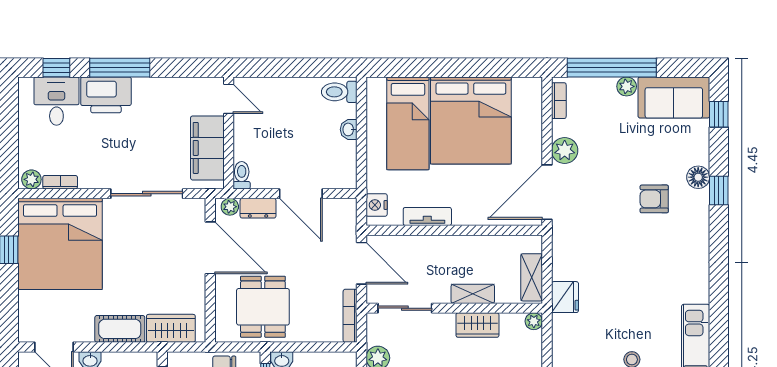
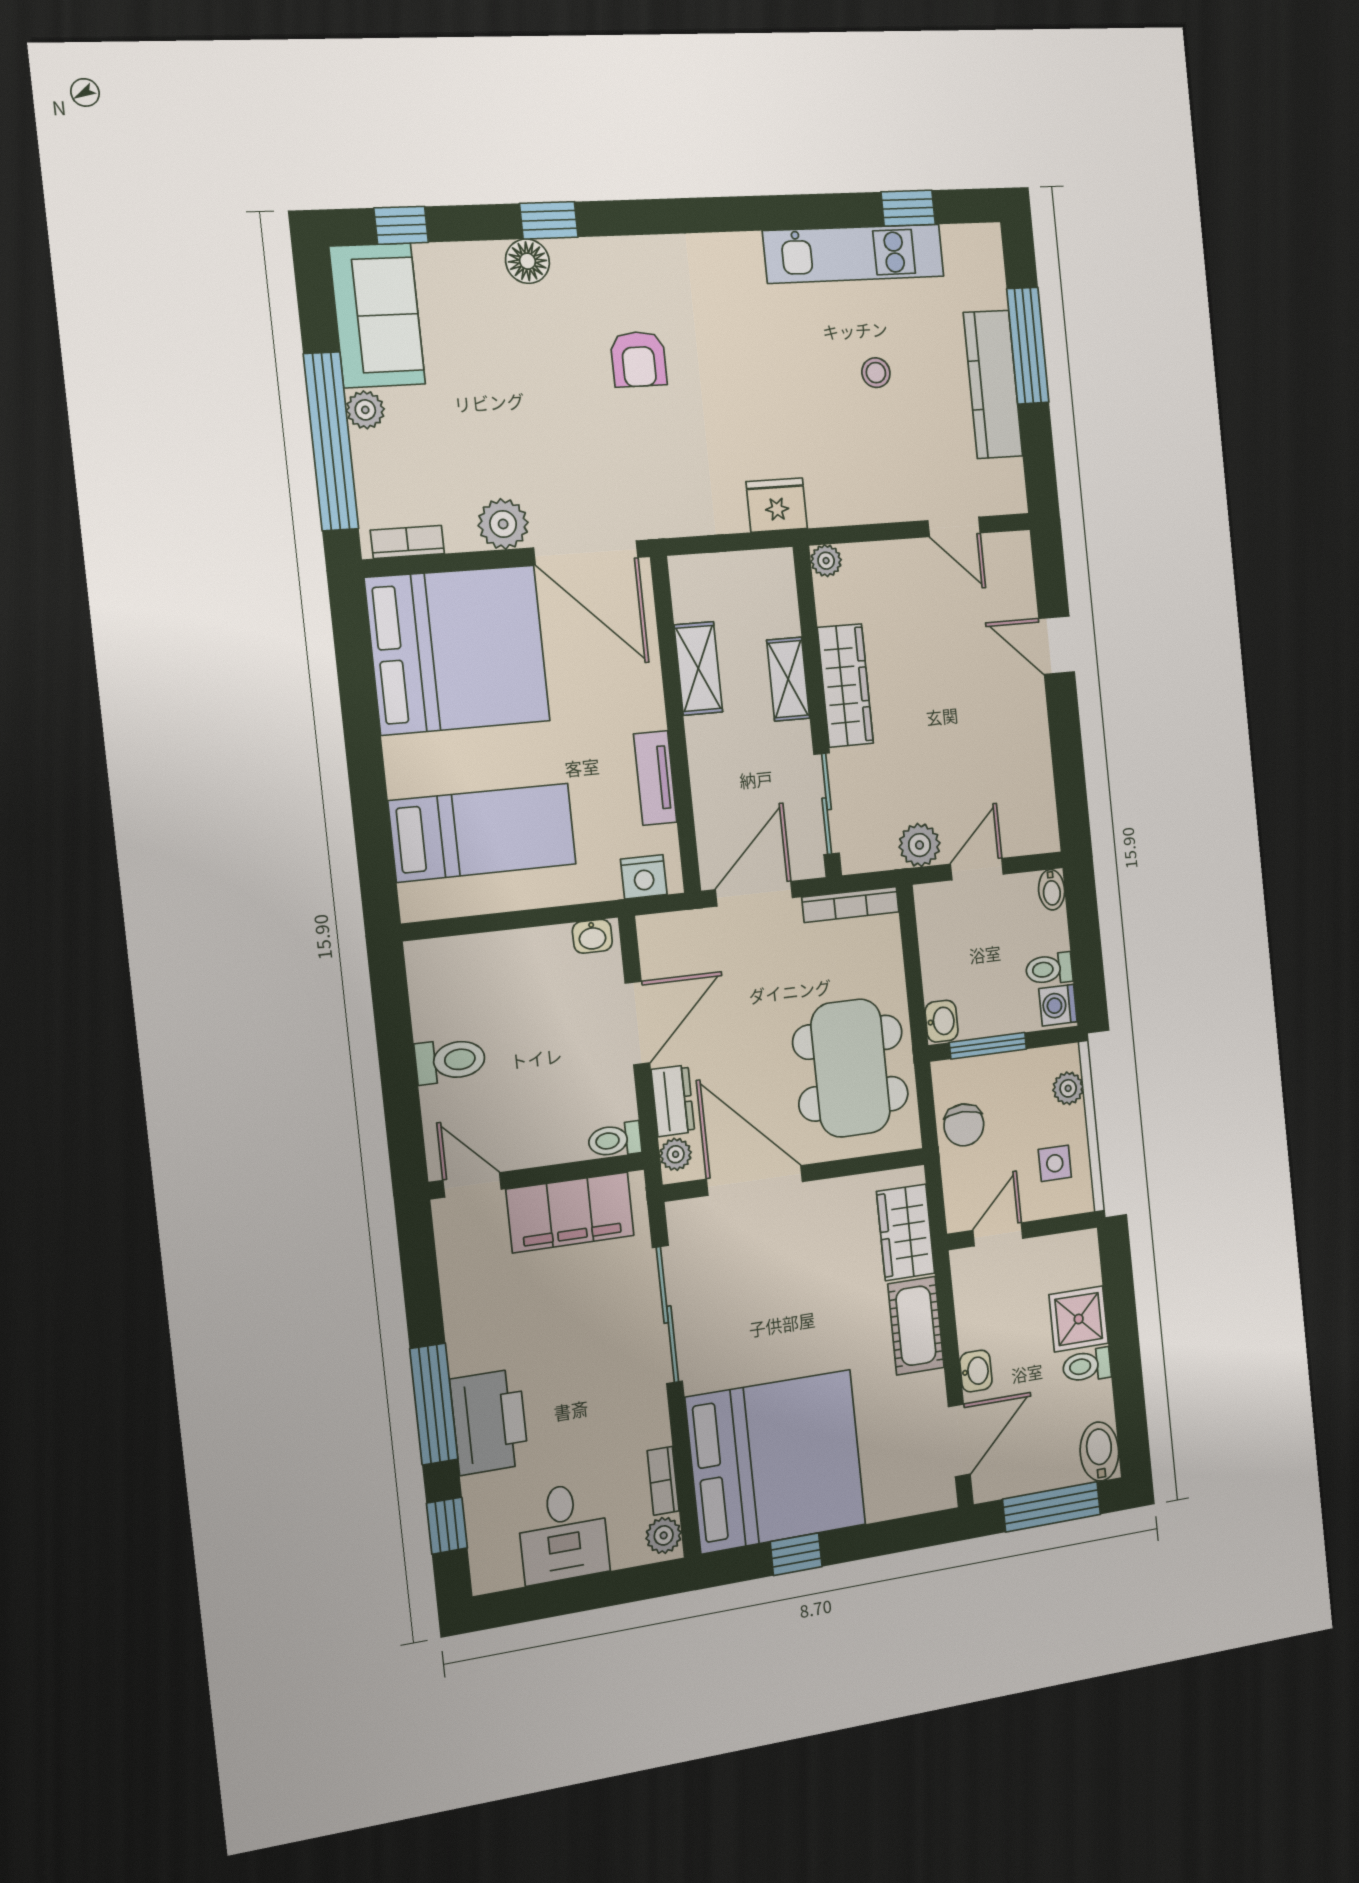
toilet: (339, 92) -> (450, 1061), moved, turned -90
door: (229, 99) -> (472, 1185), hinge flipped
desk: (56, 101) -> (563, 1533), moved, turned -90
bed: (471, 120) -> (458, 650), moved
washbasin: (349, 129) -> (592, 936), moved
armchair: (654, 199) -> (638, 359), moved
door: (210, 248) -> (755, 1180), hinge flipped
shelving: (532, 277) -> (698, 668), moved, turned 90
dining table: (263, 307) -> (851, 1068), width x1.38
wardrobe: (477, 325) -> (845, 685), width x1.50

